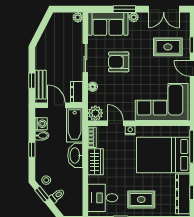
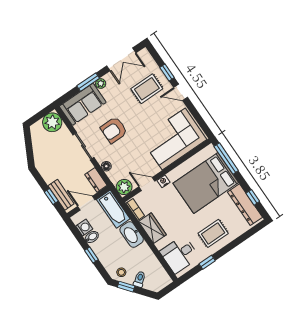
plant: (78, 17) -> (52, 122), width x1.87, depth x1.87

